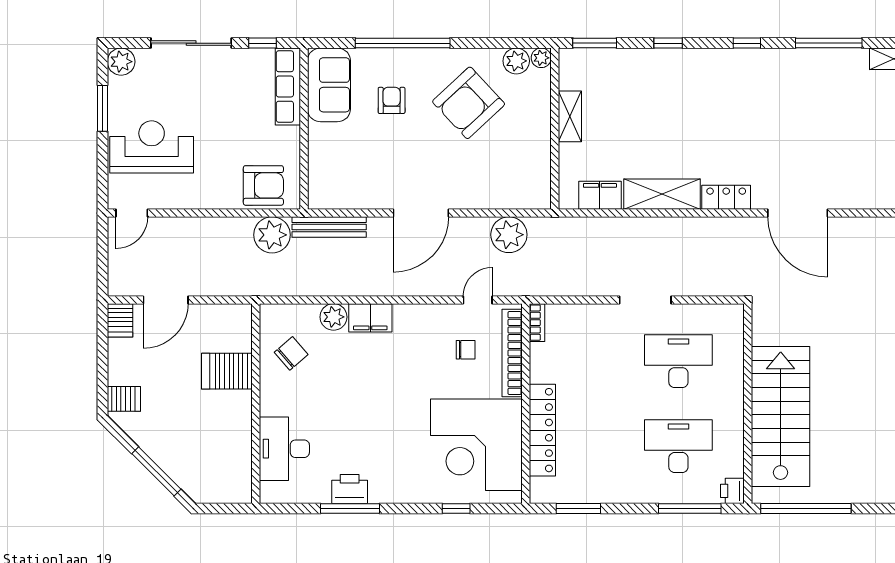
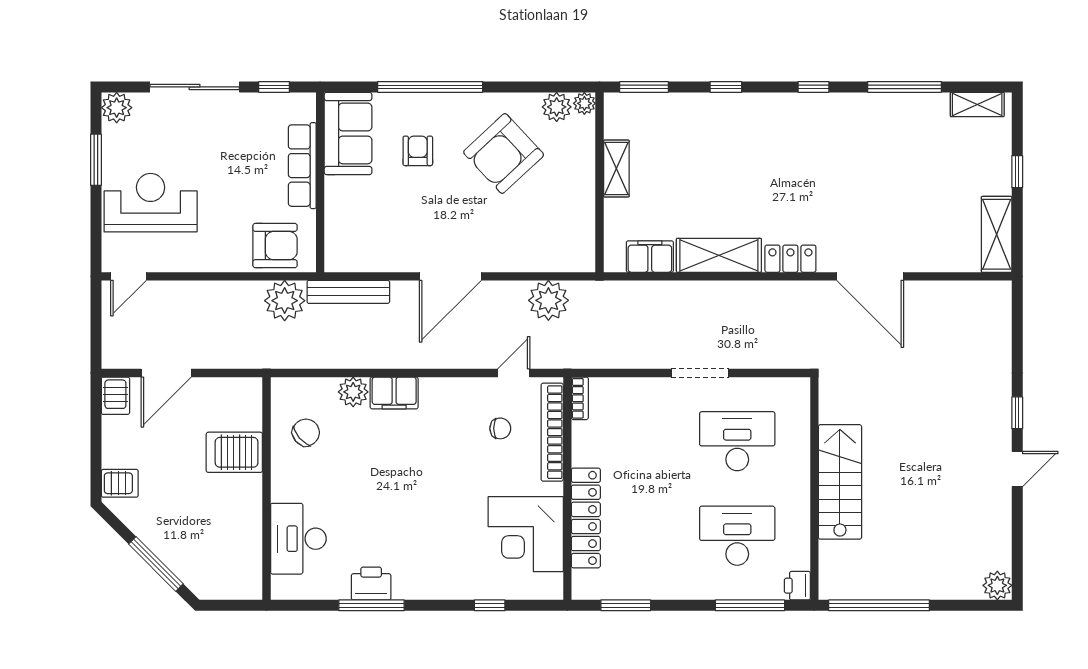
row of seats: (288, 86) -> (302, 166), moved
stairs: (781, 416) -> (840, 482), width x0.73, depth x0.66
corner desk: (476, 445) -> (526, 534), width x0.74, depth x0.74

